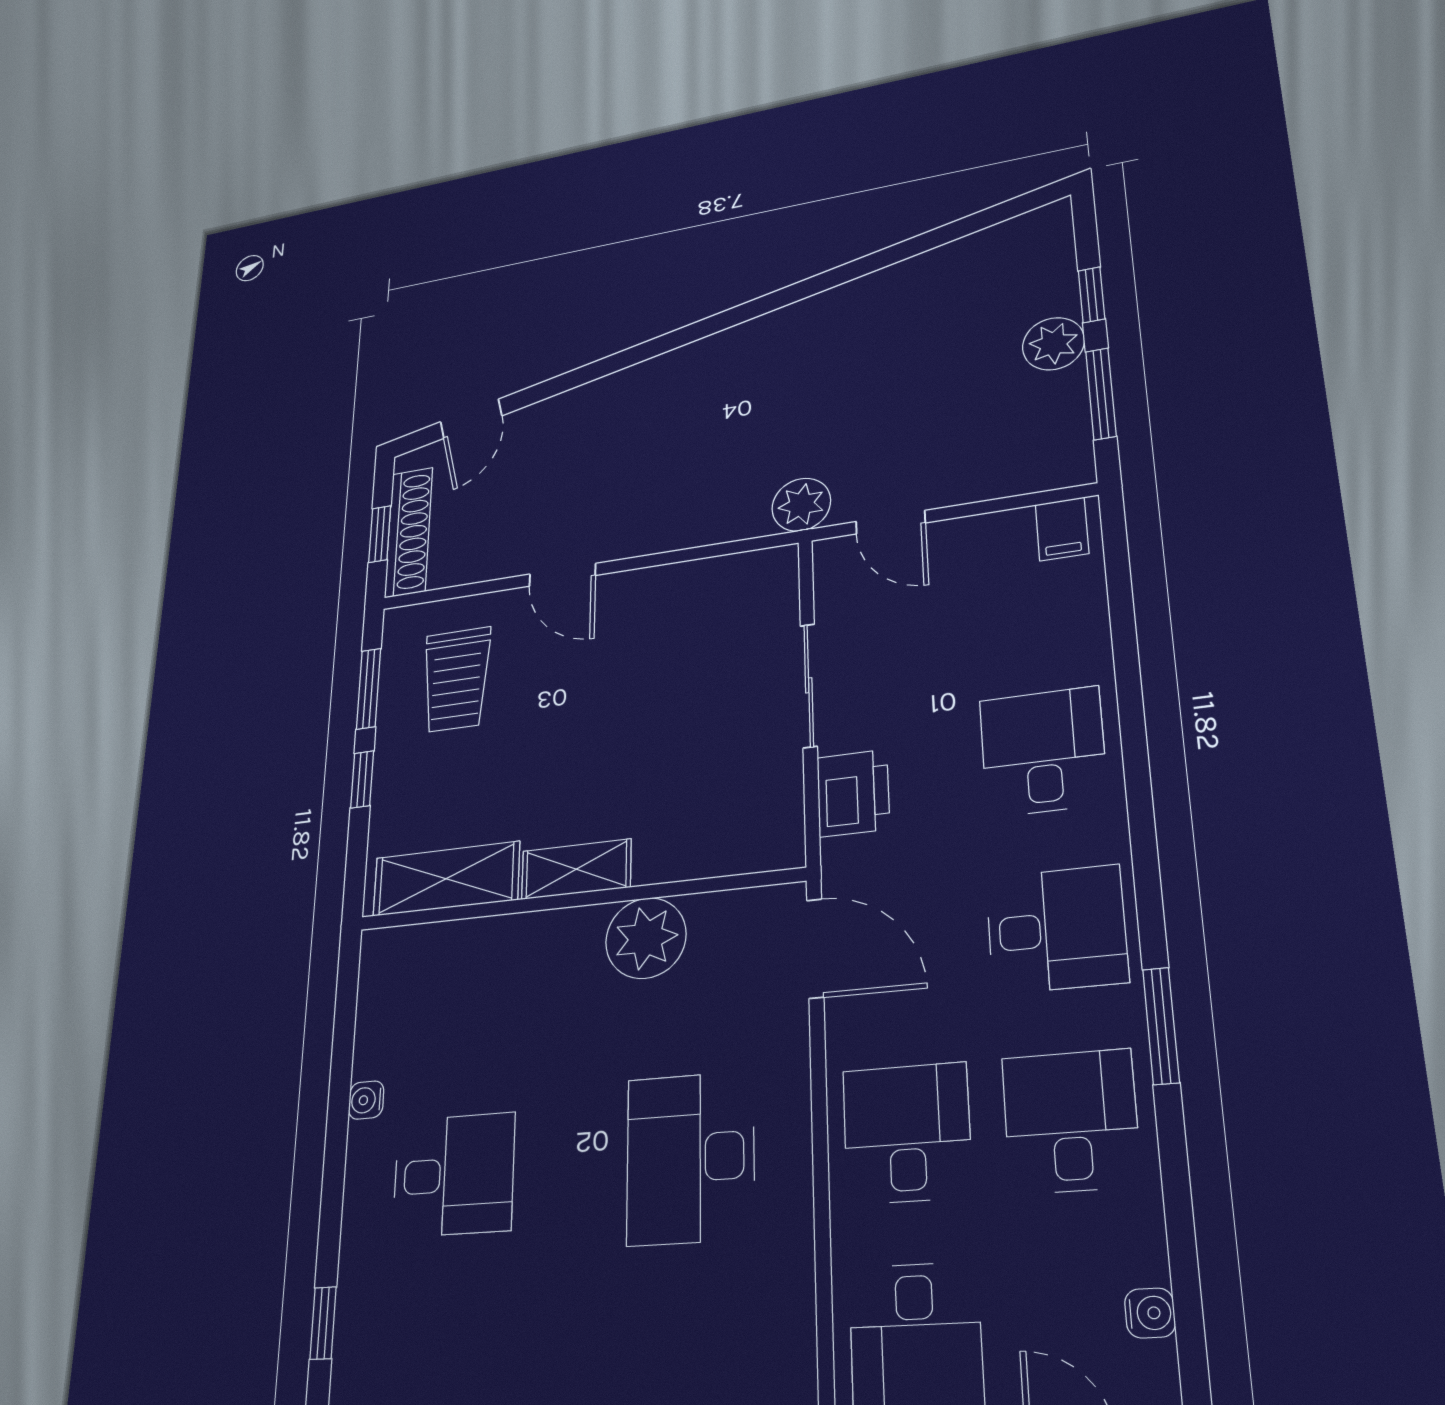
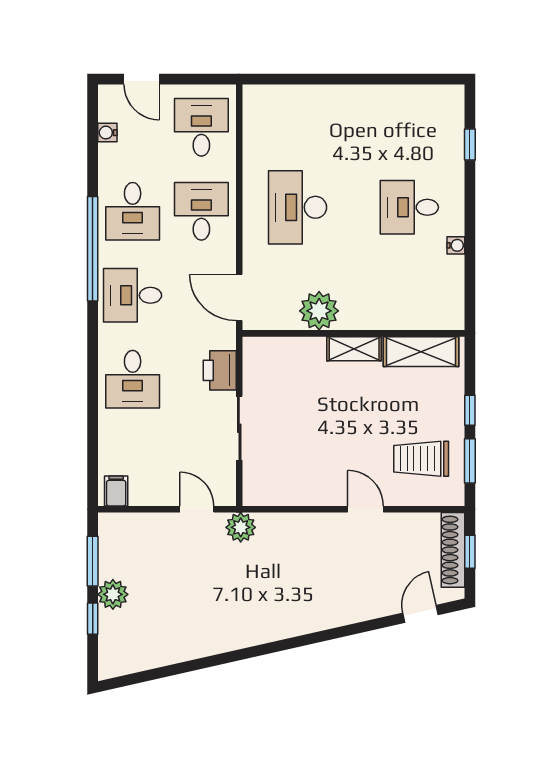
trolley: (456, 679) -> (421, 459), turned -90
window: (1161, 1026) -> (93, 249), width x2.11
desk: (907, 1133) -> (201, 211), turned 180
desk: (690, 1158) -> (298, 207), turned 180

